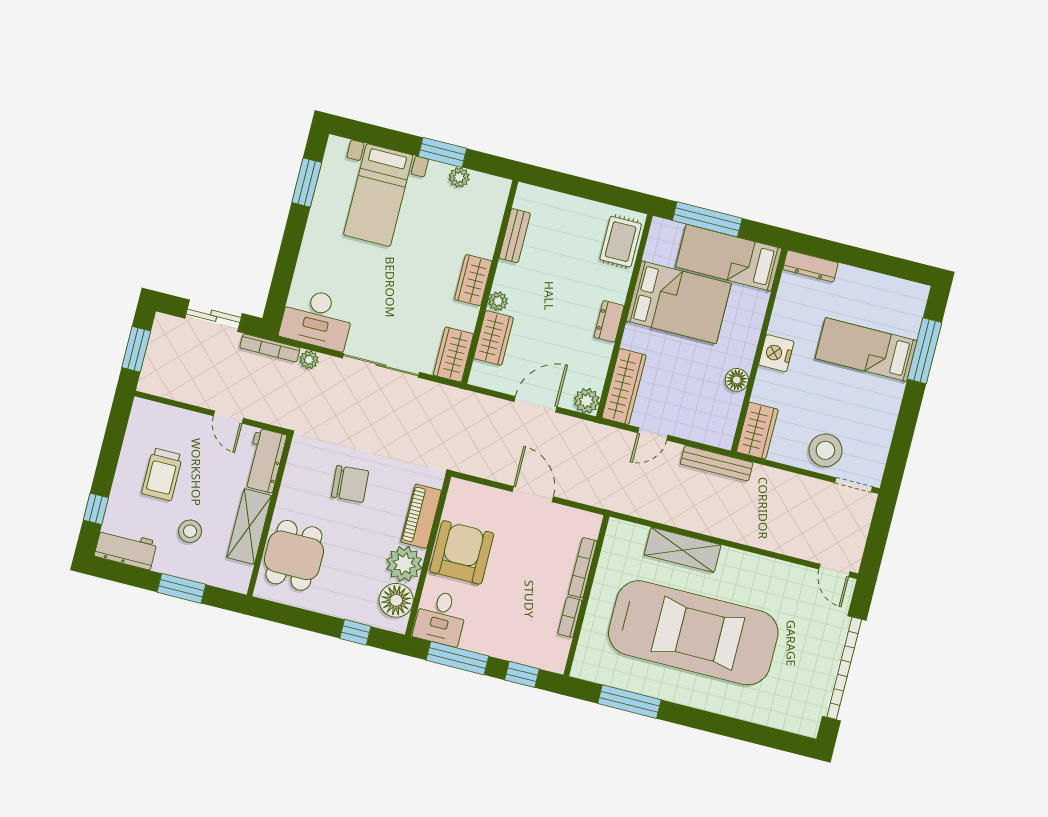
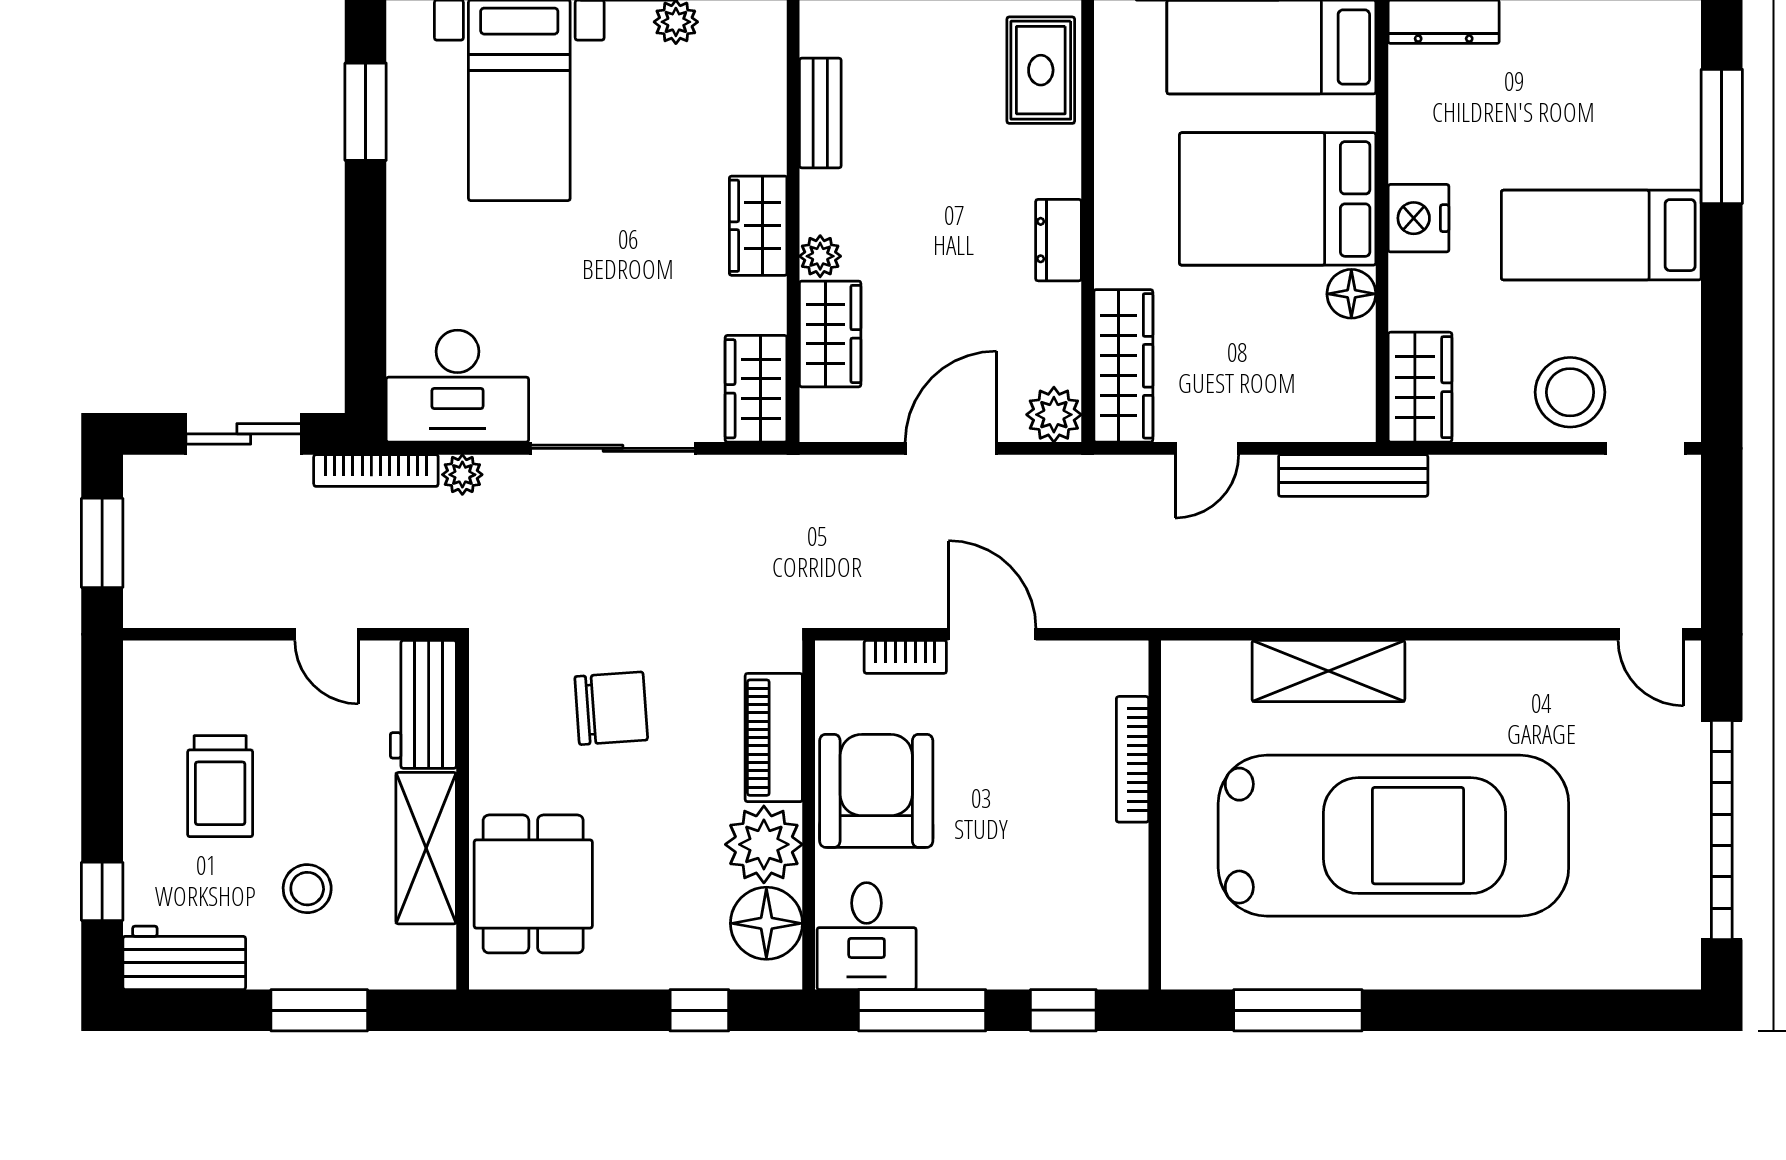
bed: (679, 302) -> (1278, 199), moved, turned 180
bed: (866, 350) -> (1601, 235), moved
bookcase: (570, 617) -> (905, 657), moved, turned -90

